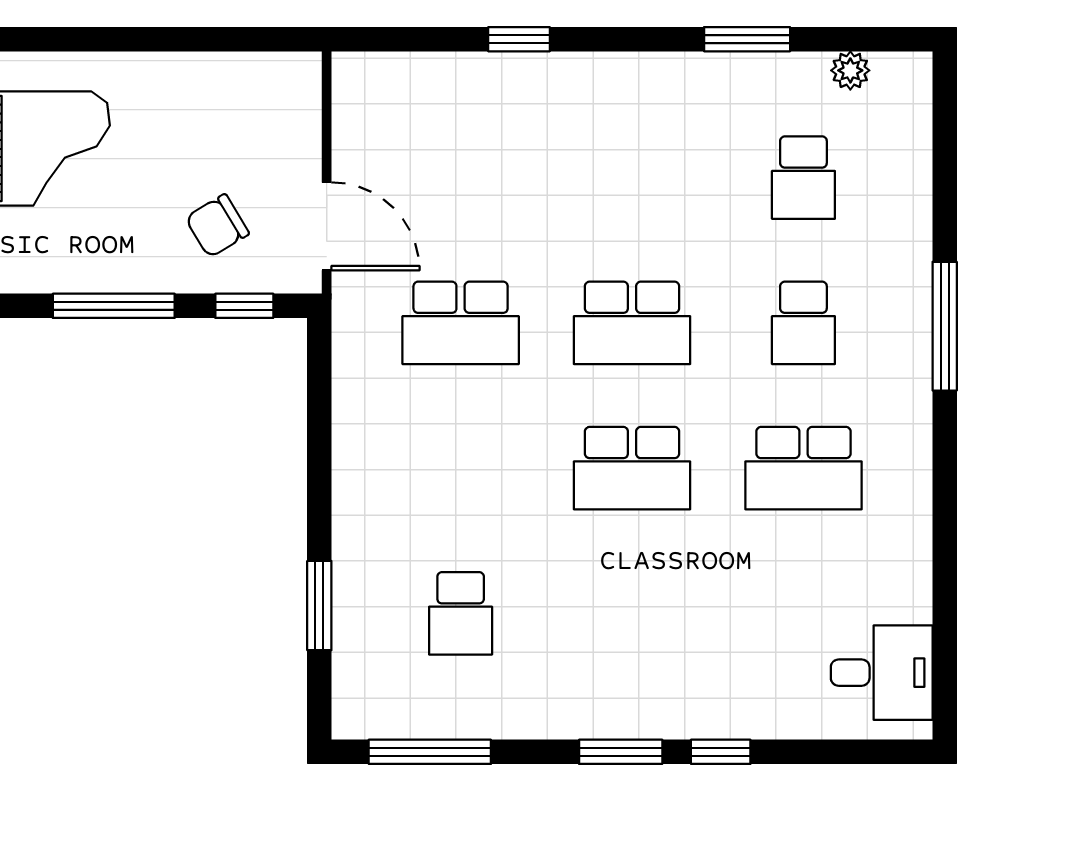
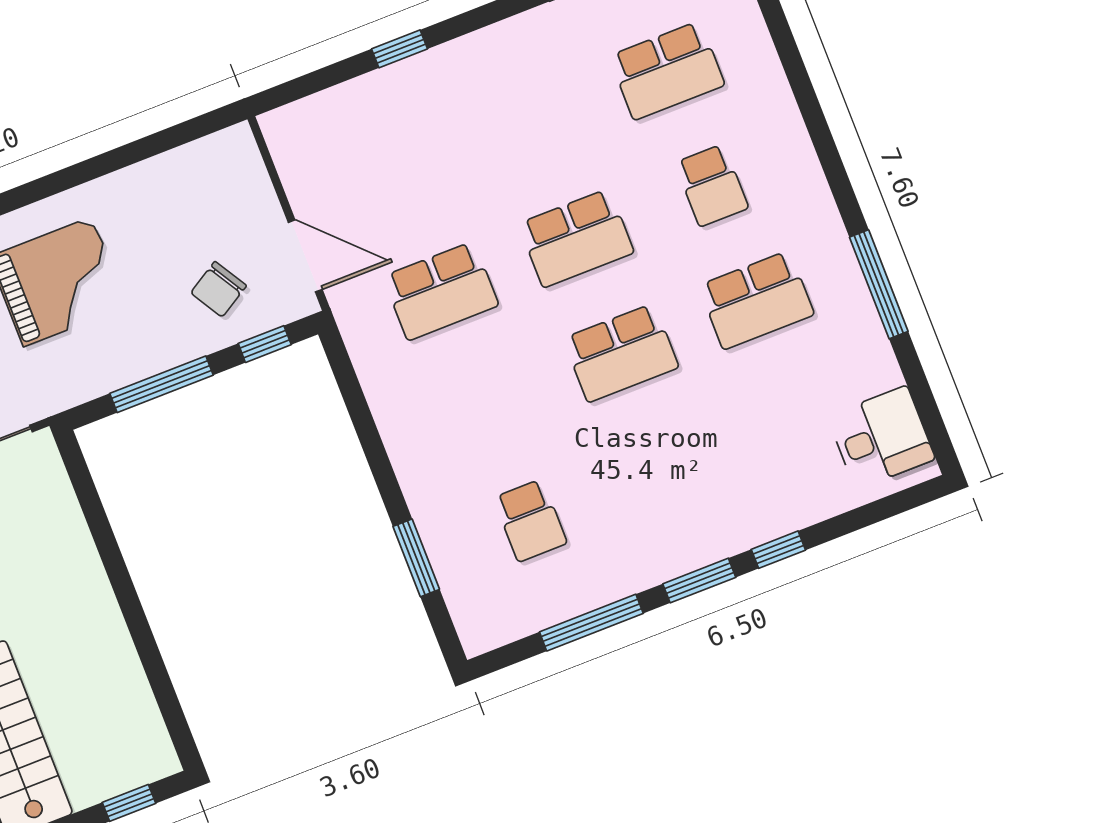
school desk: (803, 178) -> (667, 71), width x1.85
window: (945, 326) -> (879, 284), moved
window: (430, 752) -> (591, 623), moved

